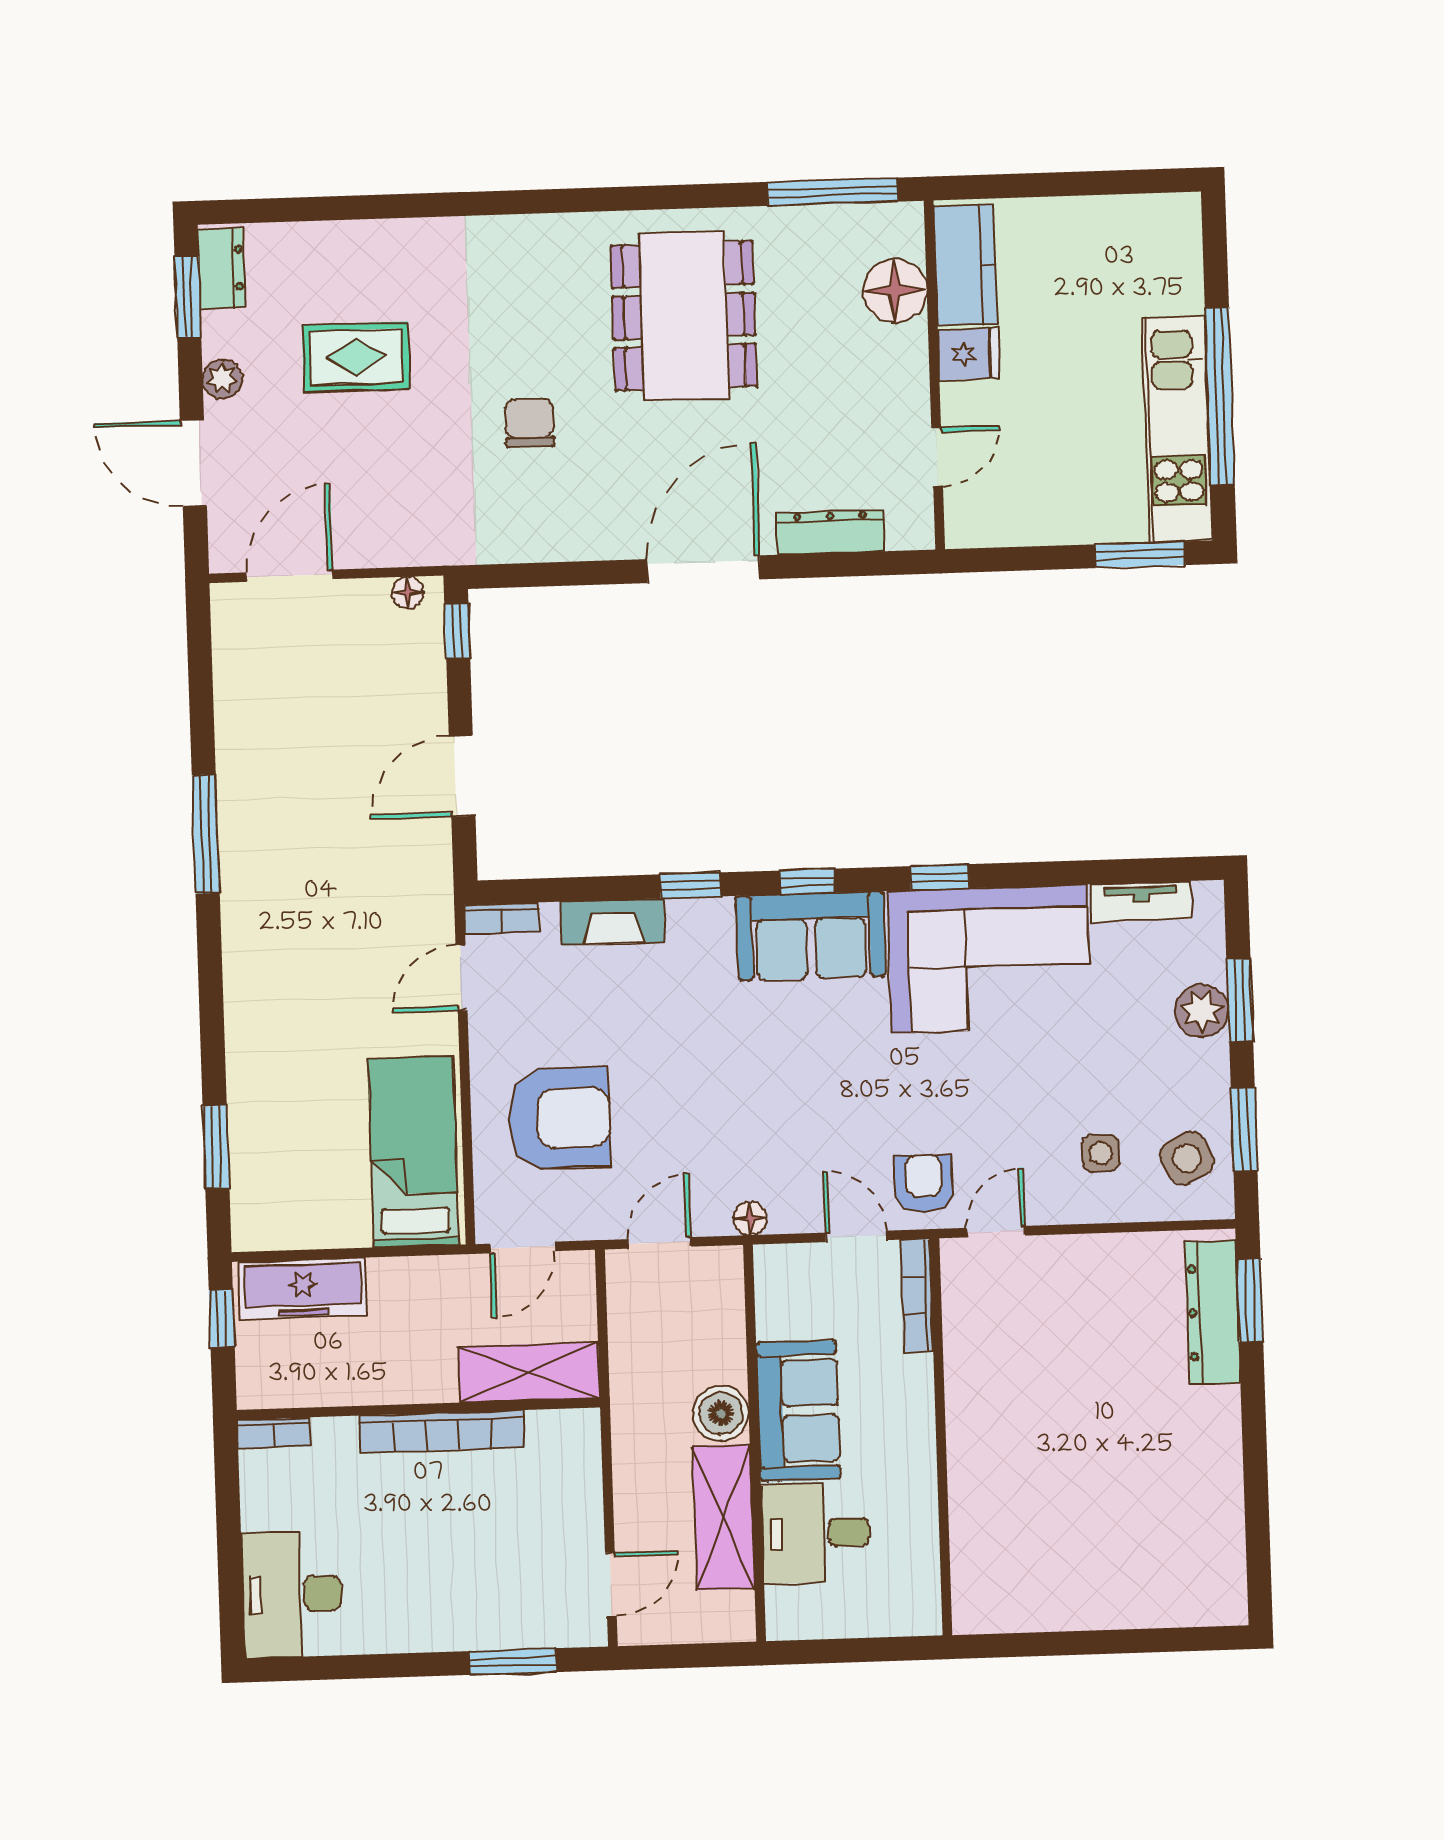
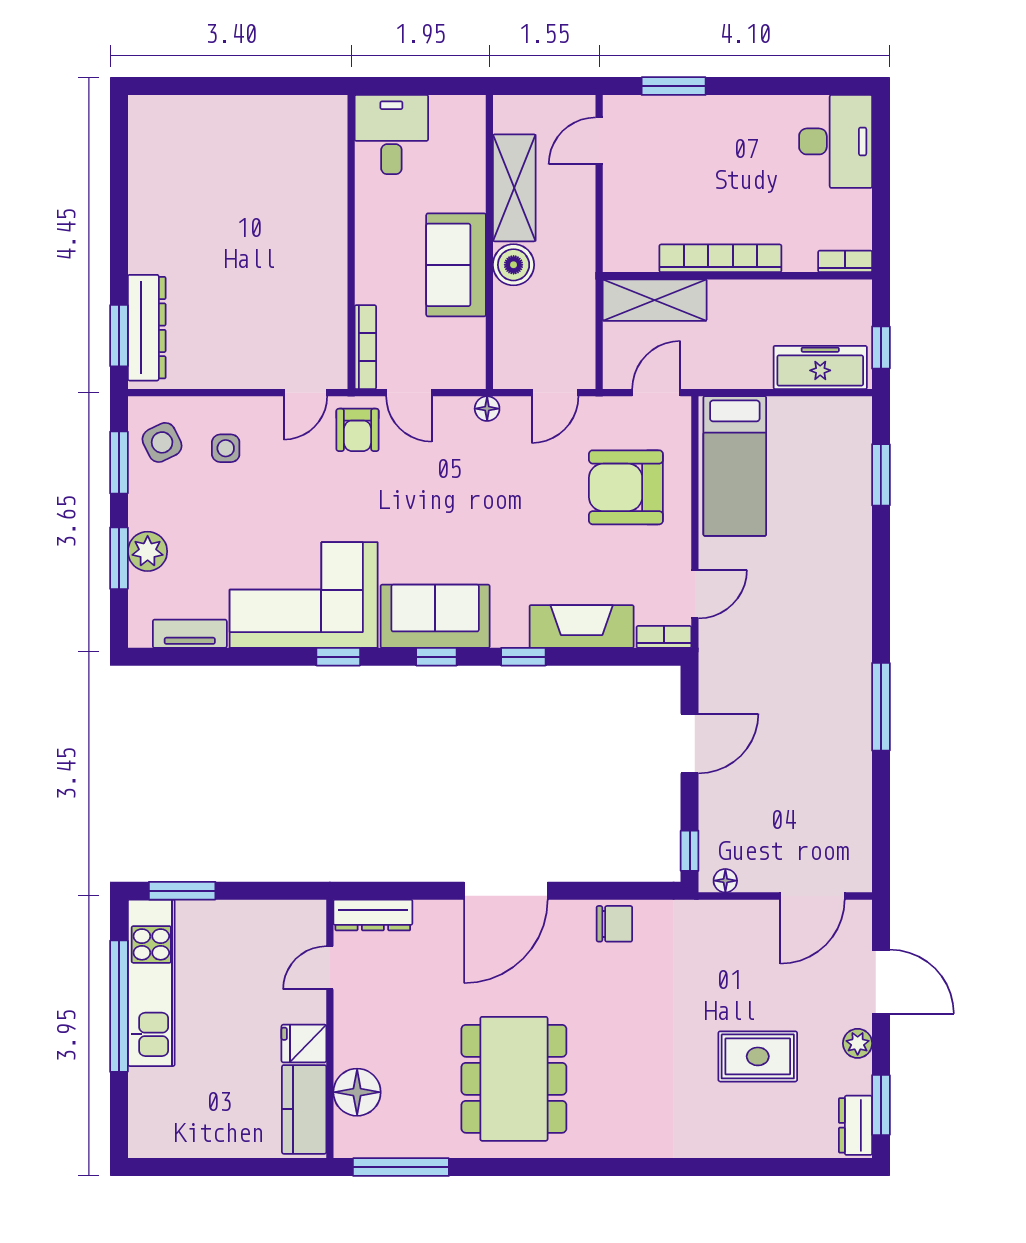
chair: (530, 423) -> (614, 924), moved, turned -90
dresser: (831, 532) -> (373, 915), moved
fireplace: (613, 922) -> (582, 626), width x1.37, depth x1.32
desk: (816, 1533) -> (391, 135), moved, turned -90

